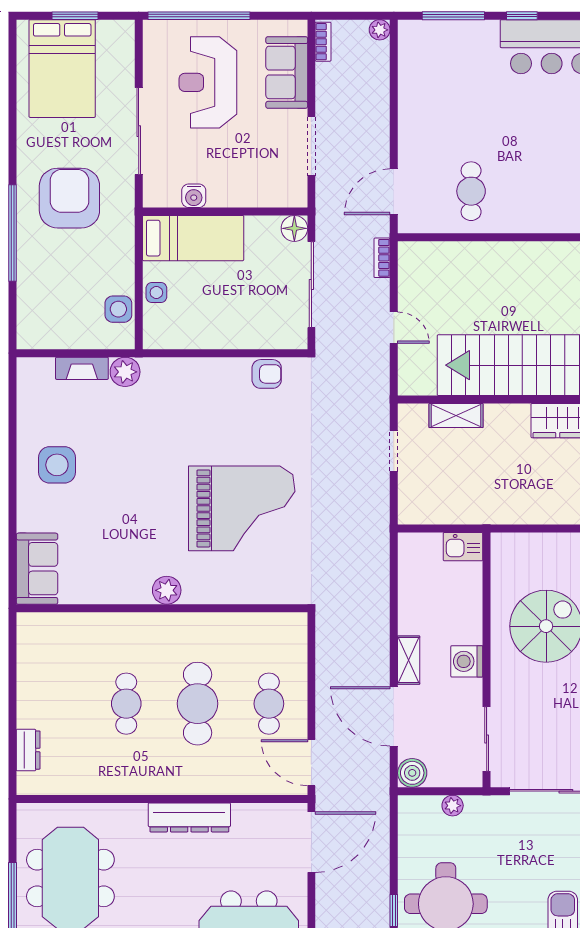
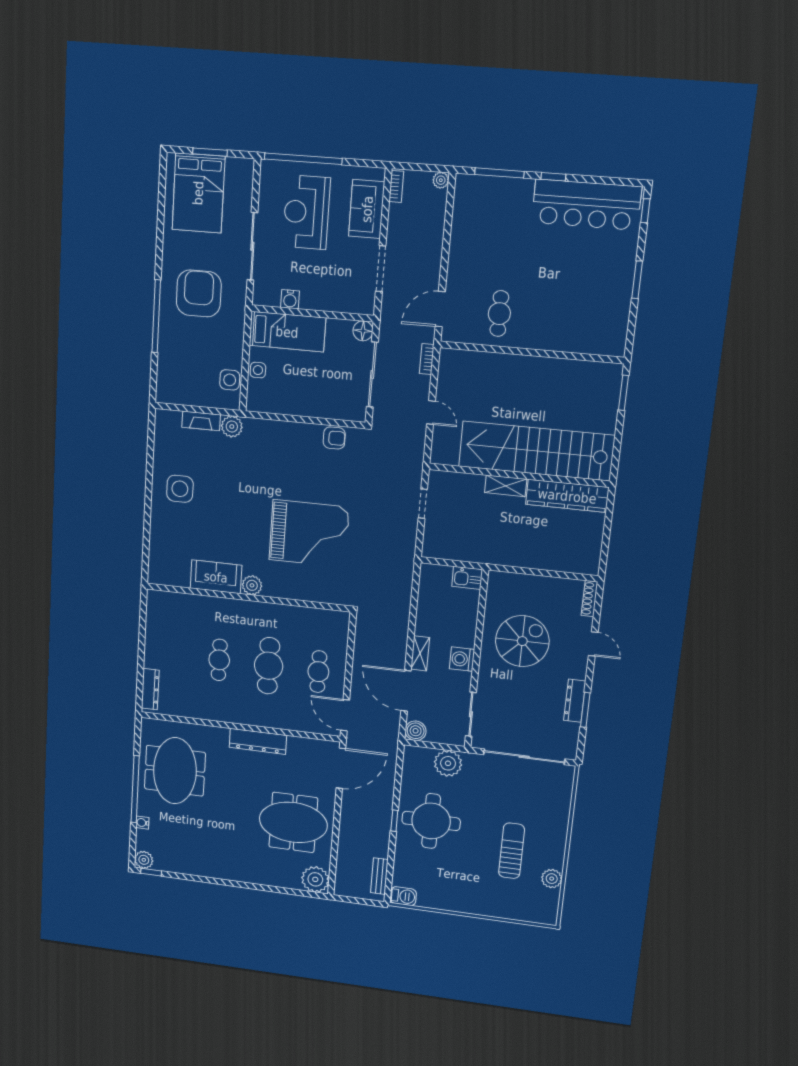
shelving: (456, 416) -> (506, 486), moved
sofa: (37, 569) -> (216, 577), moved, turned -90
dresser: (28, 750) -> (150, 689), width x1.44
plant: (453, 806) -> (448, 763), width x1.88, depth x1.88

